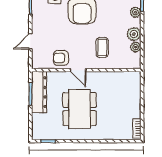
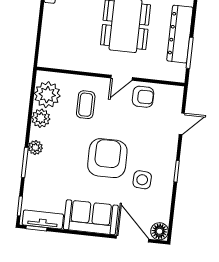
plant: (136, 47) -> (47, 95), width x1.88, depth x1.88
door: (78, 70) -> (122, 78), swing flipped
dresser: (39, 92) -> (180, 34), moved

